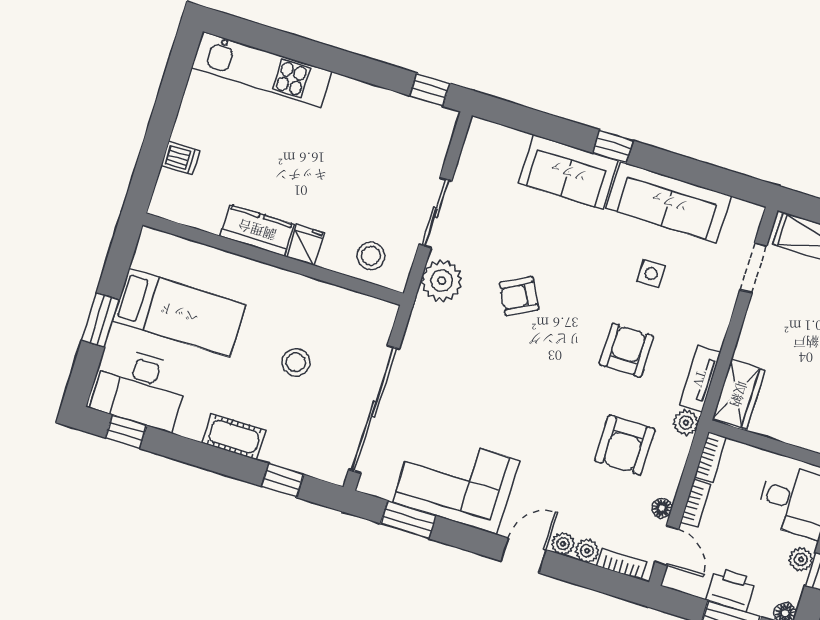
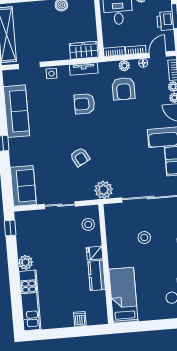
plant: (345, 93) -> (26, 262), added
sofa: (568, 172) -> (23, 186), moved
side table: (651, 274) -> (52, 73), moved
plant: (442, 281) -> (104, 190), moved
bed: (179, 313) -> (123, 295), moved
window: (100, 320) -> (160, 325), removed
plant: (686, 423) -> (124, 66), moved
armchair: (625, 445) -> (124, 89), turned 90

